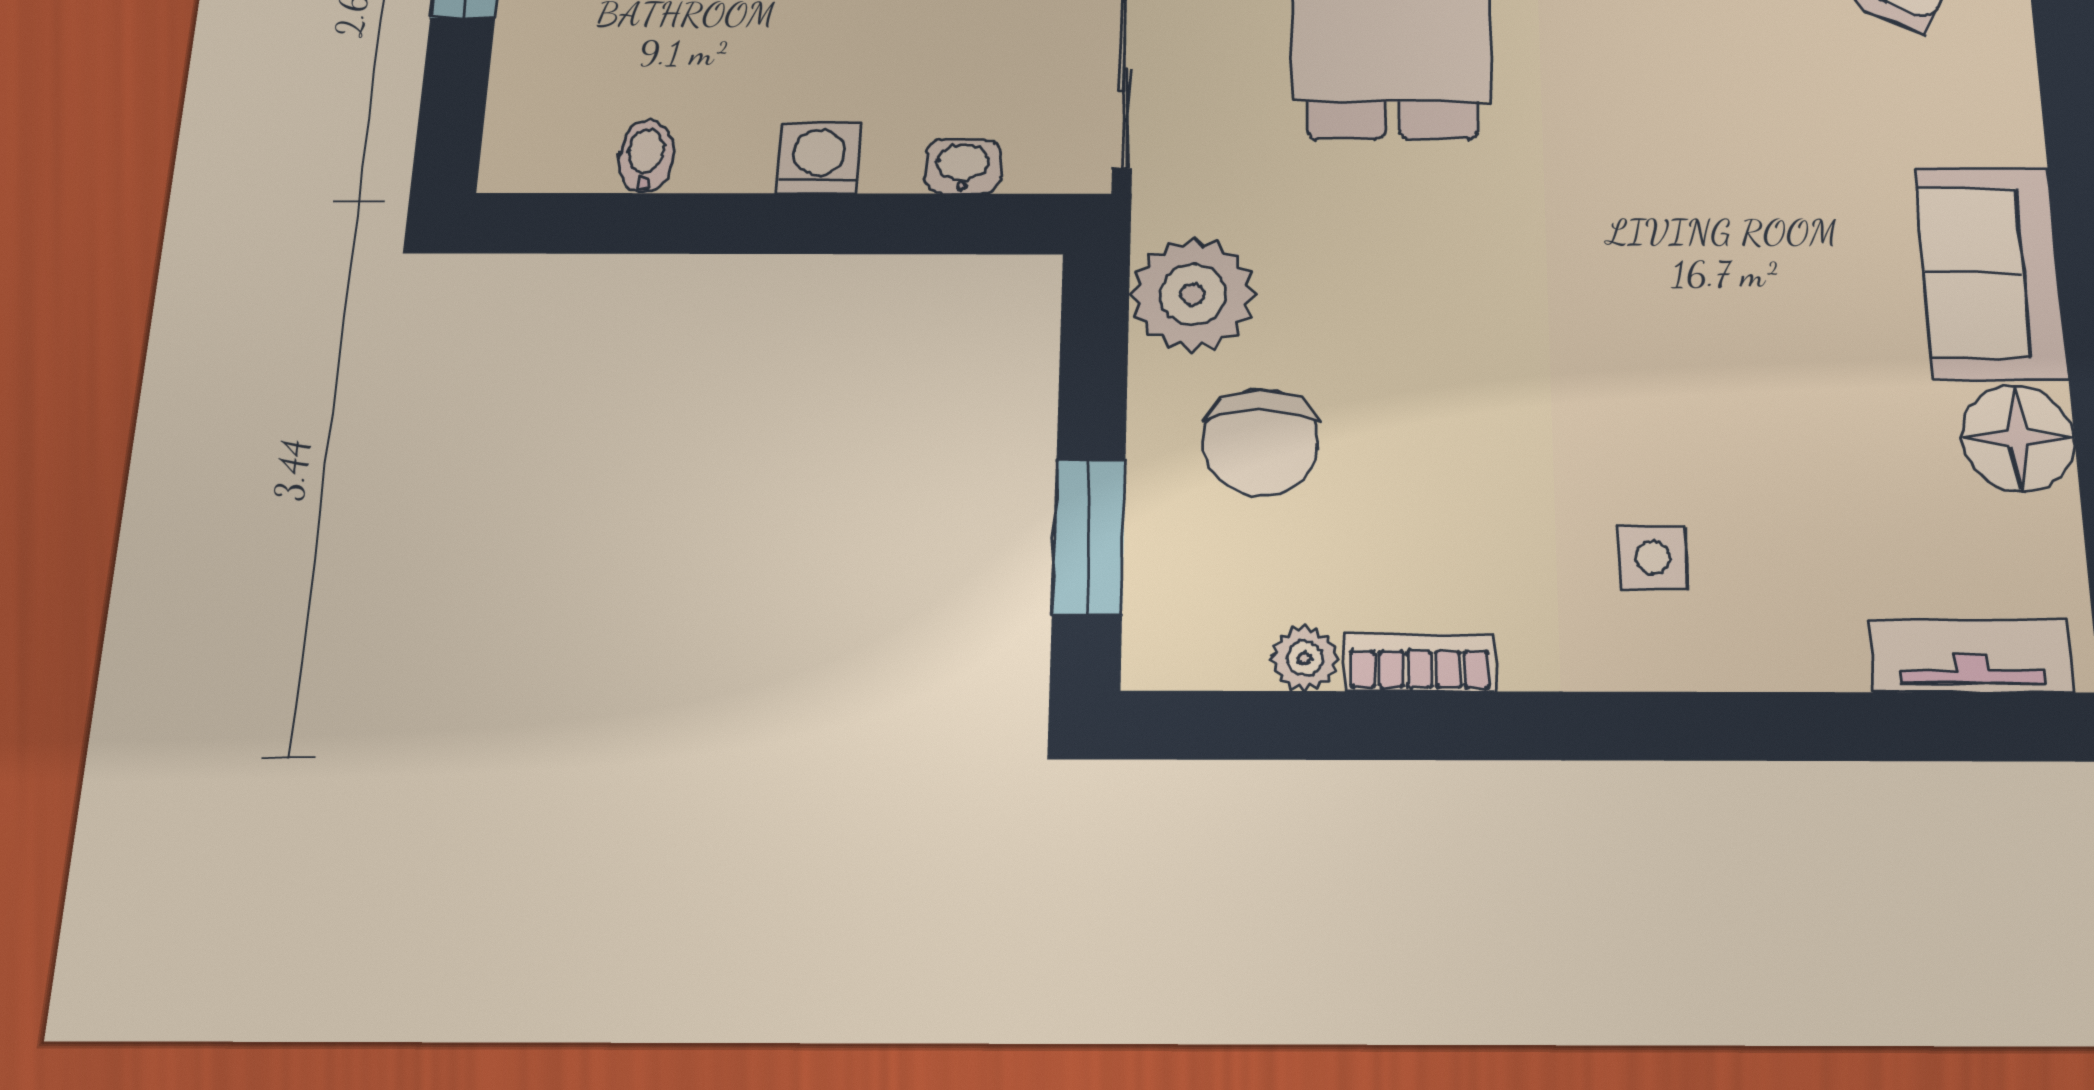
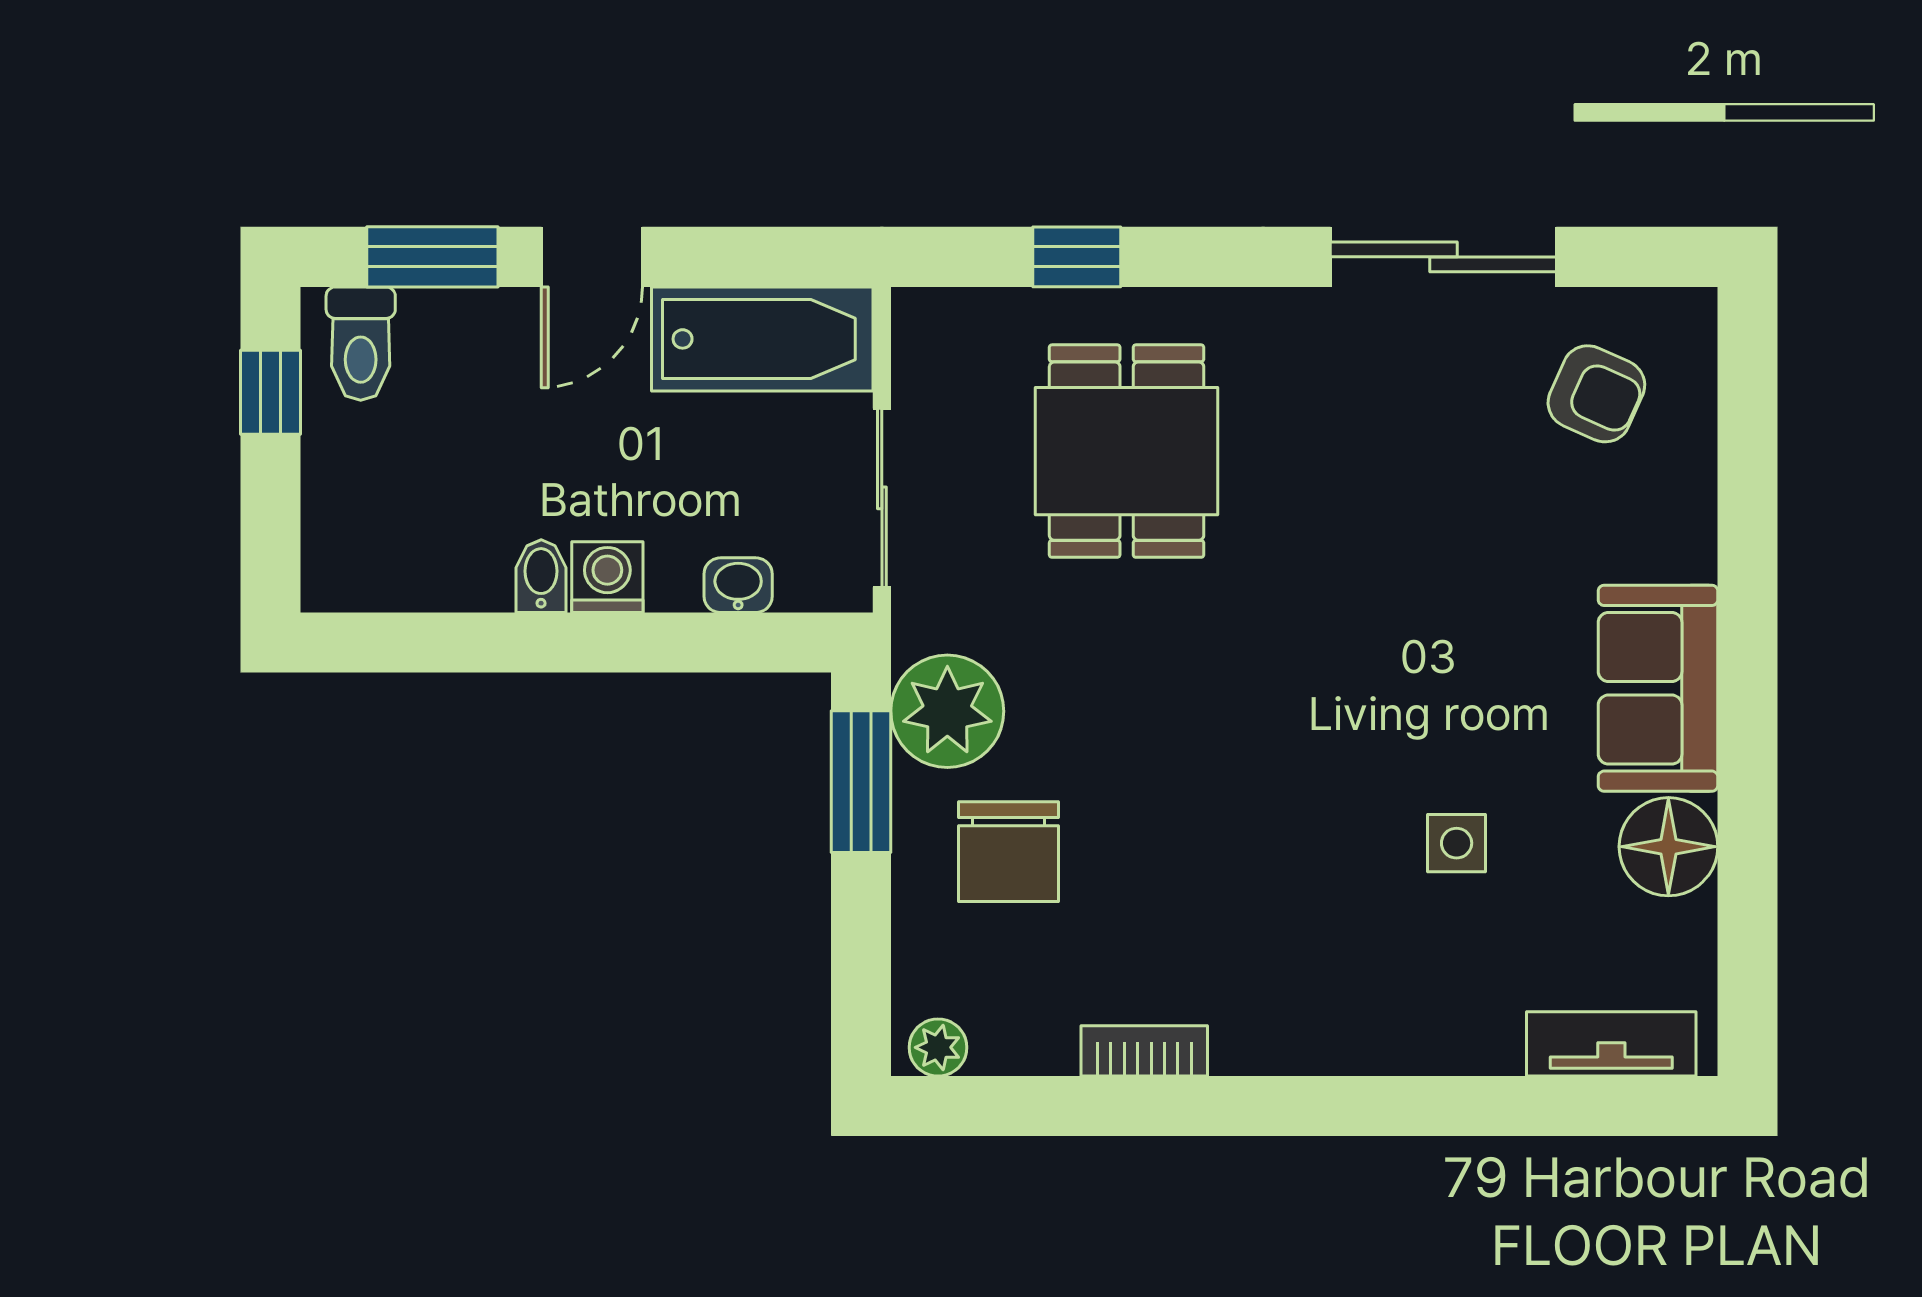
bidet: (646, 157) -> (541, 576), moved
window: (1089, 537) -> (861, 782), moved
side table: (1653, 557) -> (1457, 843), moved
plant: (1304, 658) -> (938, 1047), moved

